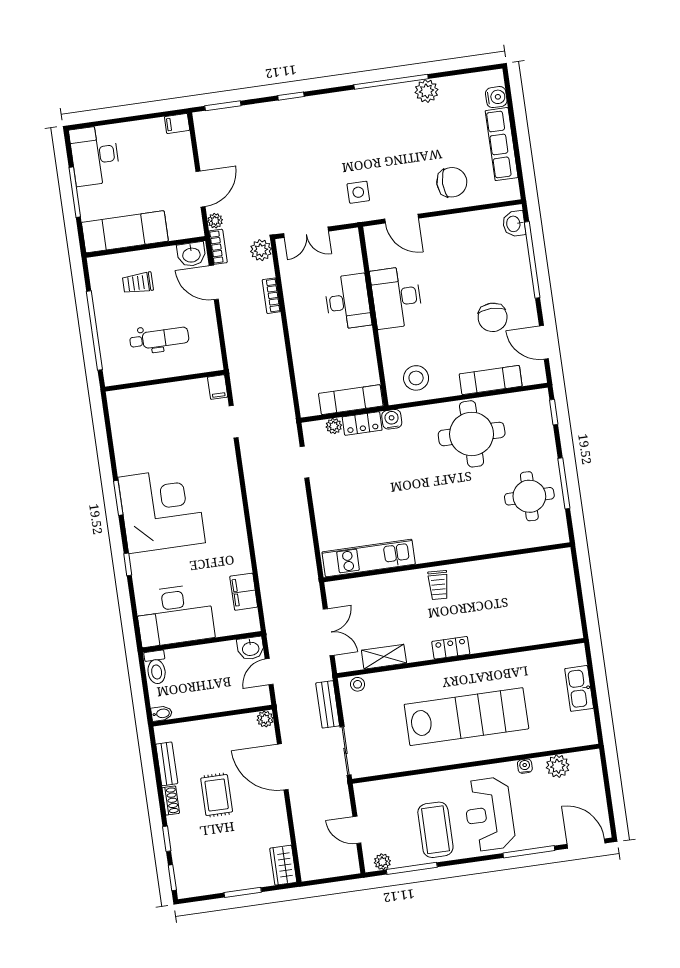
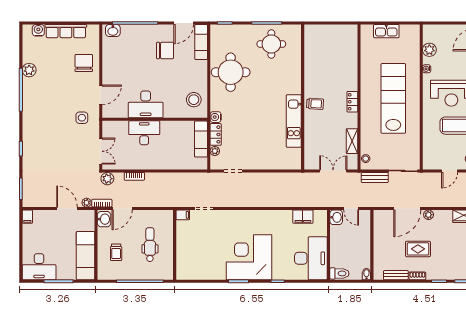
exam couch: (491, 380) -> (201, 42), moved
kitchen unit: (369, 558) -> (294, 121), moved
plant: (265, 719) -> (429, 215), moved

